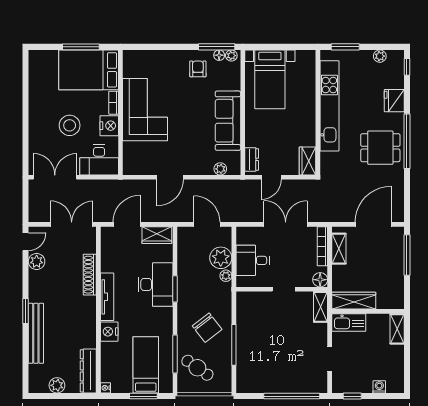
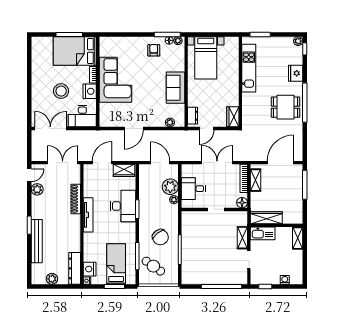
plant: (380, 56) -> (298, 41), moved
kitchen unit: (329, 106) -> (249, 68), width x0.73
sofa: (228, 121) -> (175, 88), width x0.73
shelving: (320, 307) -> (242, 238), moved
nightstand: (109, 332) -> (90, 269), moved

